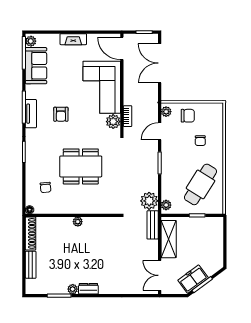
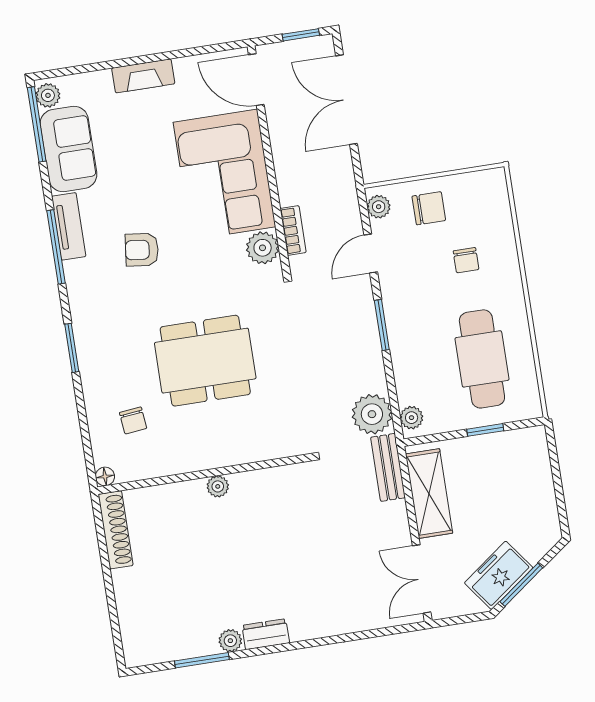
tv unit: (31, 114) -> (69, 226), moved
armchair: (61, 114) -> (142, 250), turned 97
cafe table: (201, 184) -> (482, 359), turned -32
bench: (31, 265) -> (127, 600), removed

